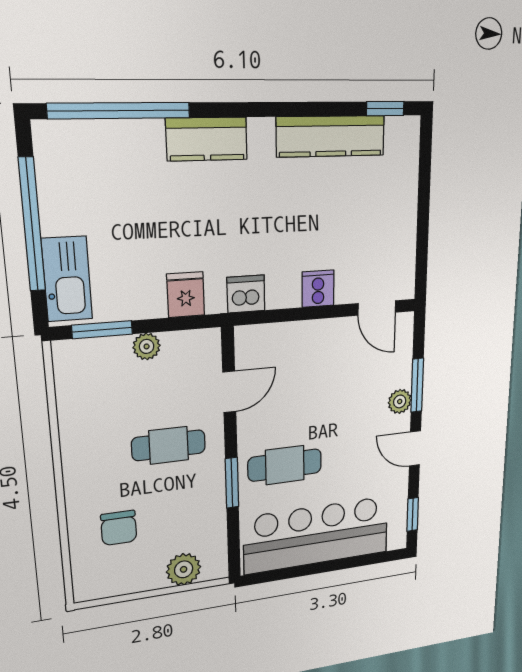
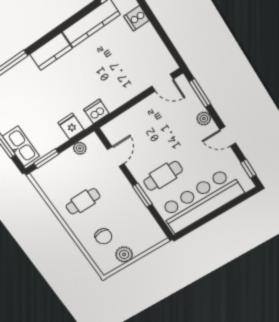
kitchen counter: (207, 139) -> (51, 51), moved
cooker: (318, 289) -> (137, 18), moved, turned -90
plant: (147, 346) -> (80, 148), moved
window: (417, 385) -> (200, 93), moved
cafe table: (169, 445) -> (83, 201), moved
plant: (184, 569) -> (124, 254), moved

